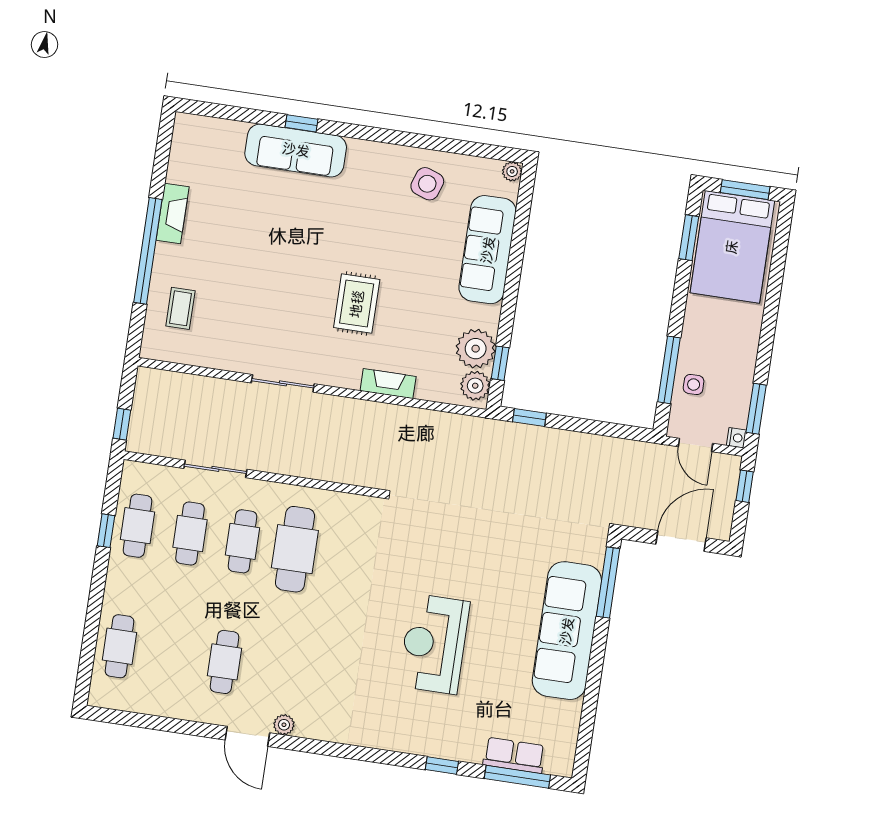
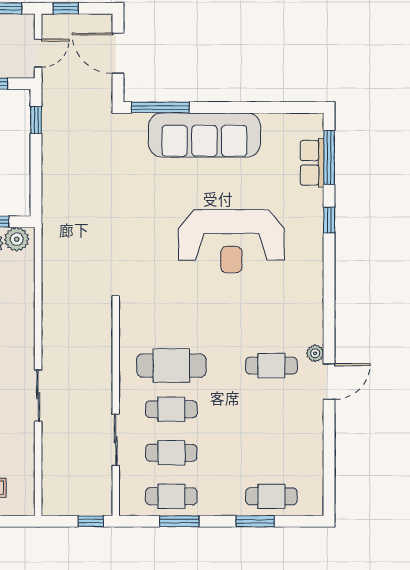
fireplace: (388, 384) -> (26, 310), removed
window: (529, 418) -> (36, 120), moved
nightstand: (736, 438) -> (27, 21), removed
window: (106, 531) -> (179, 521), width x1.50
window: (92, 622) -> (255, 521), added
reception desk: (434, 644) -> (231, 241), width x1.36, depth x1.30
cafe table: (224, 662) -> (271, 366), moved

